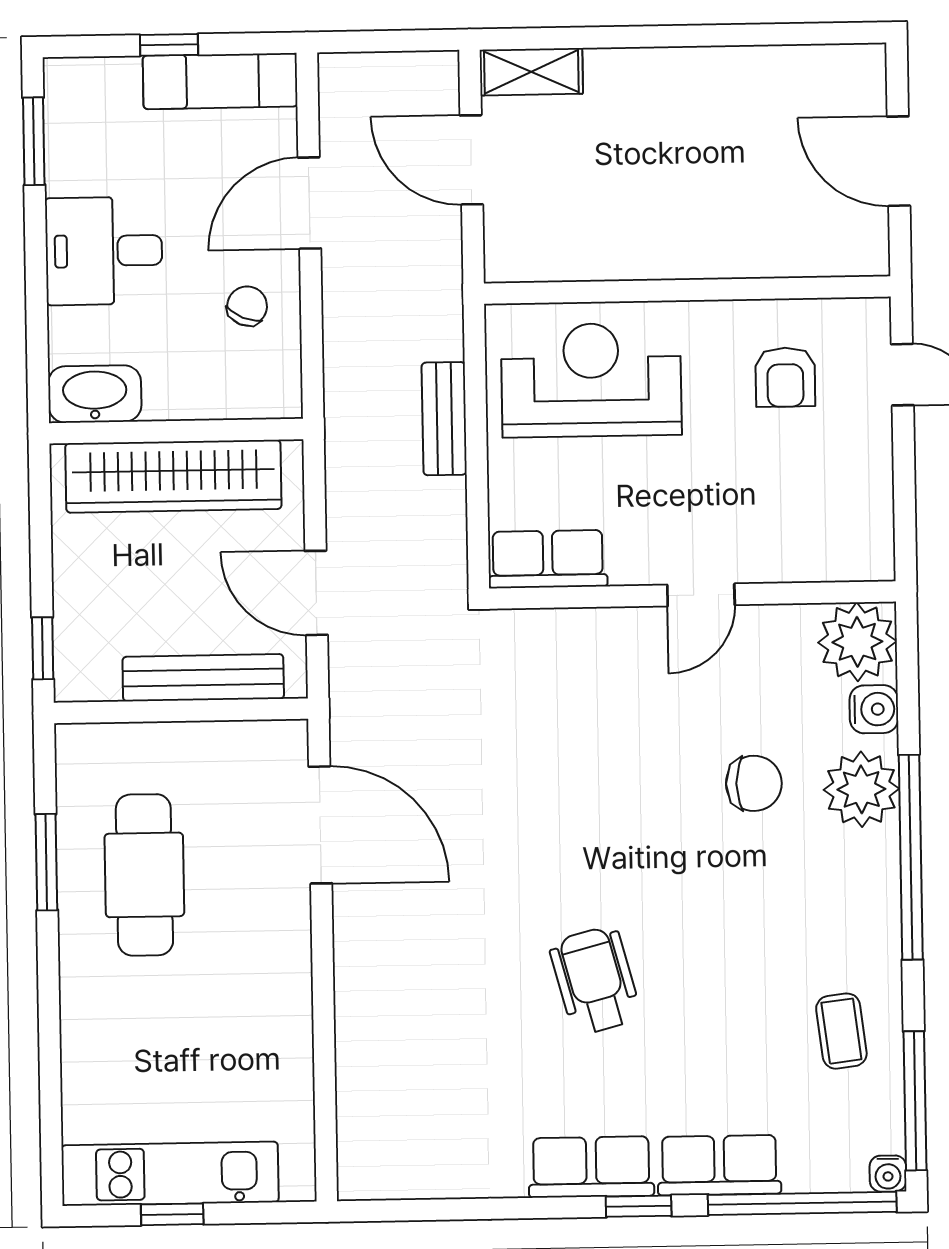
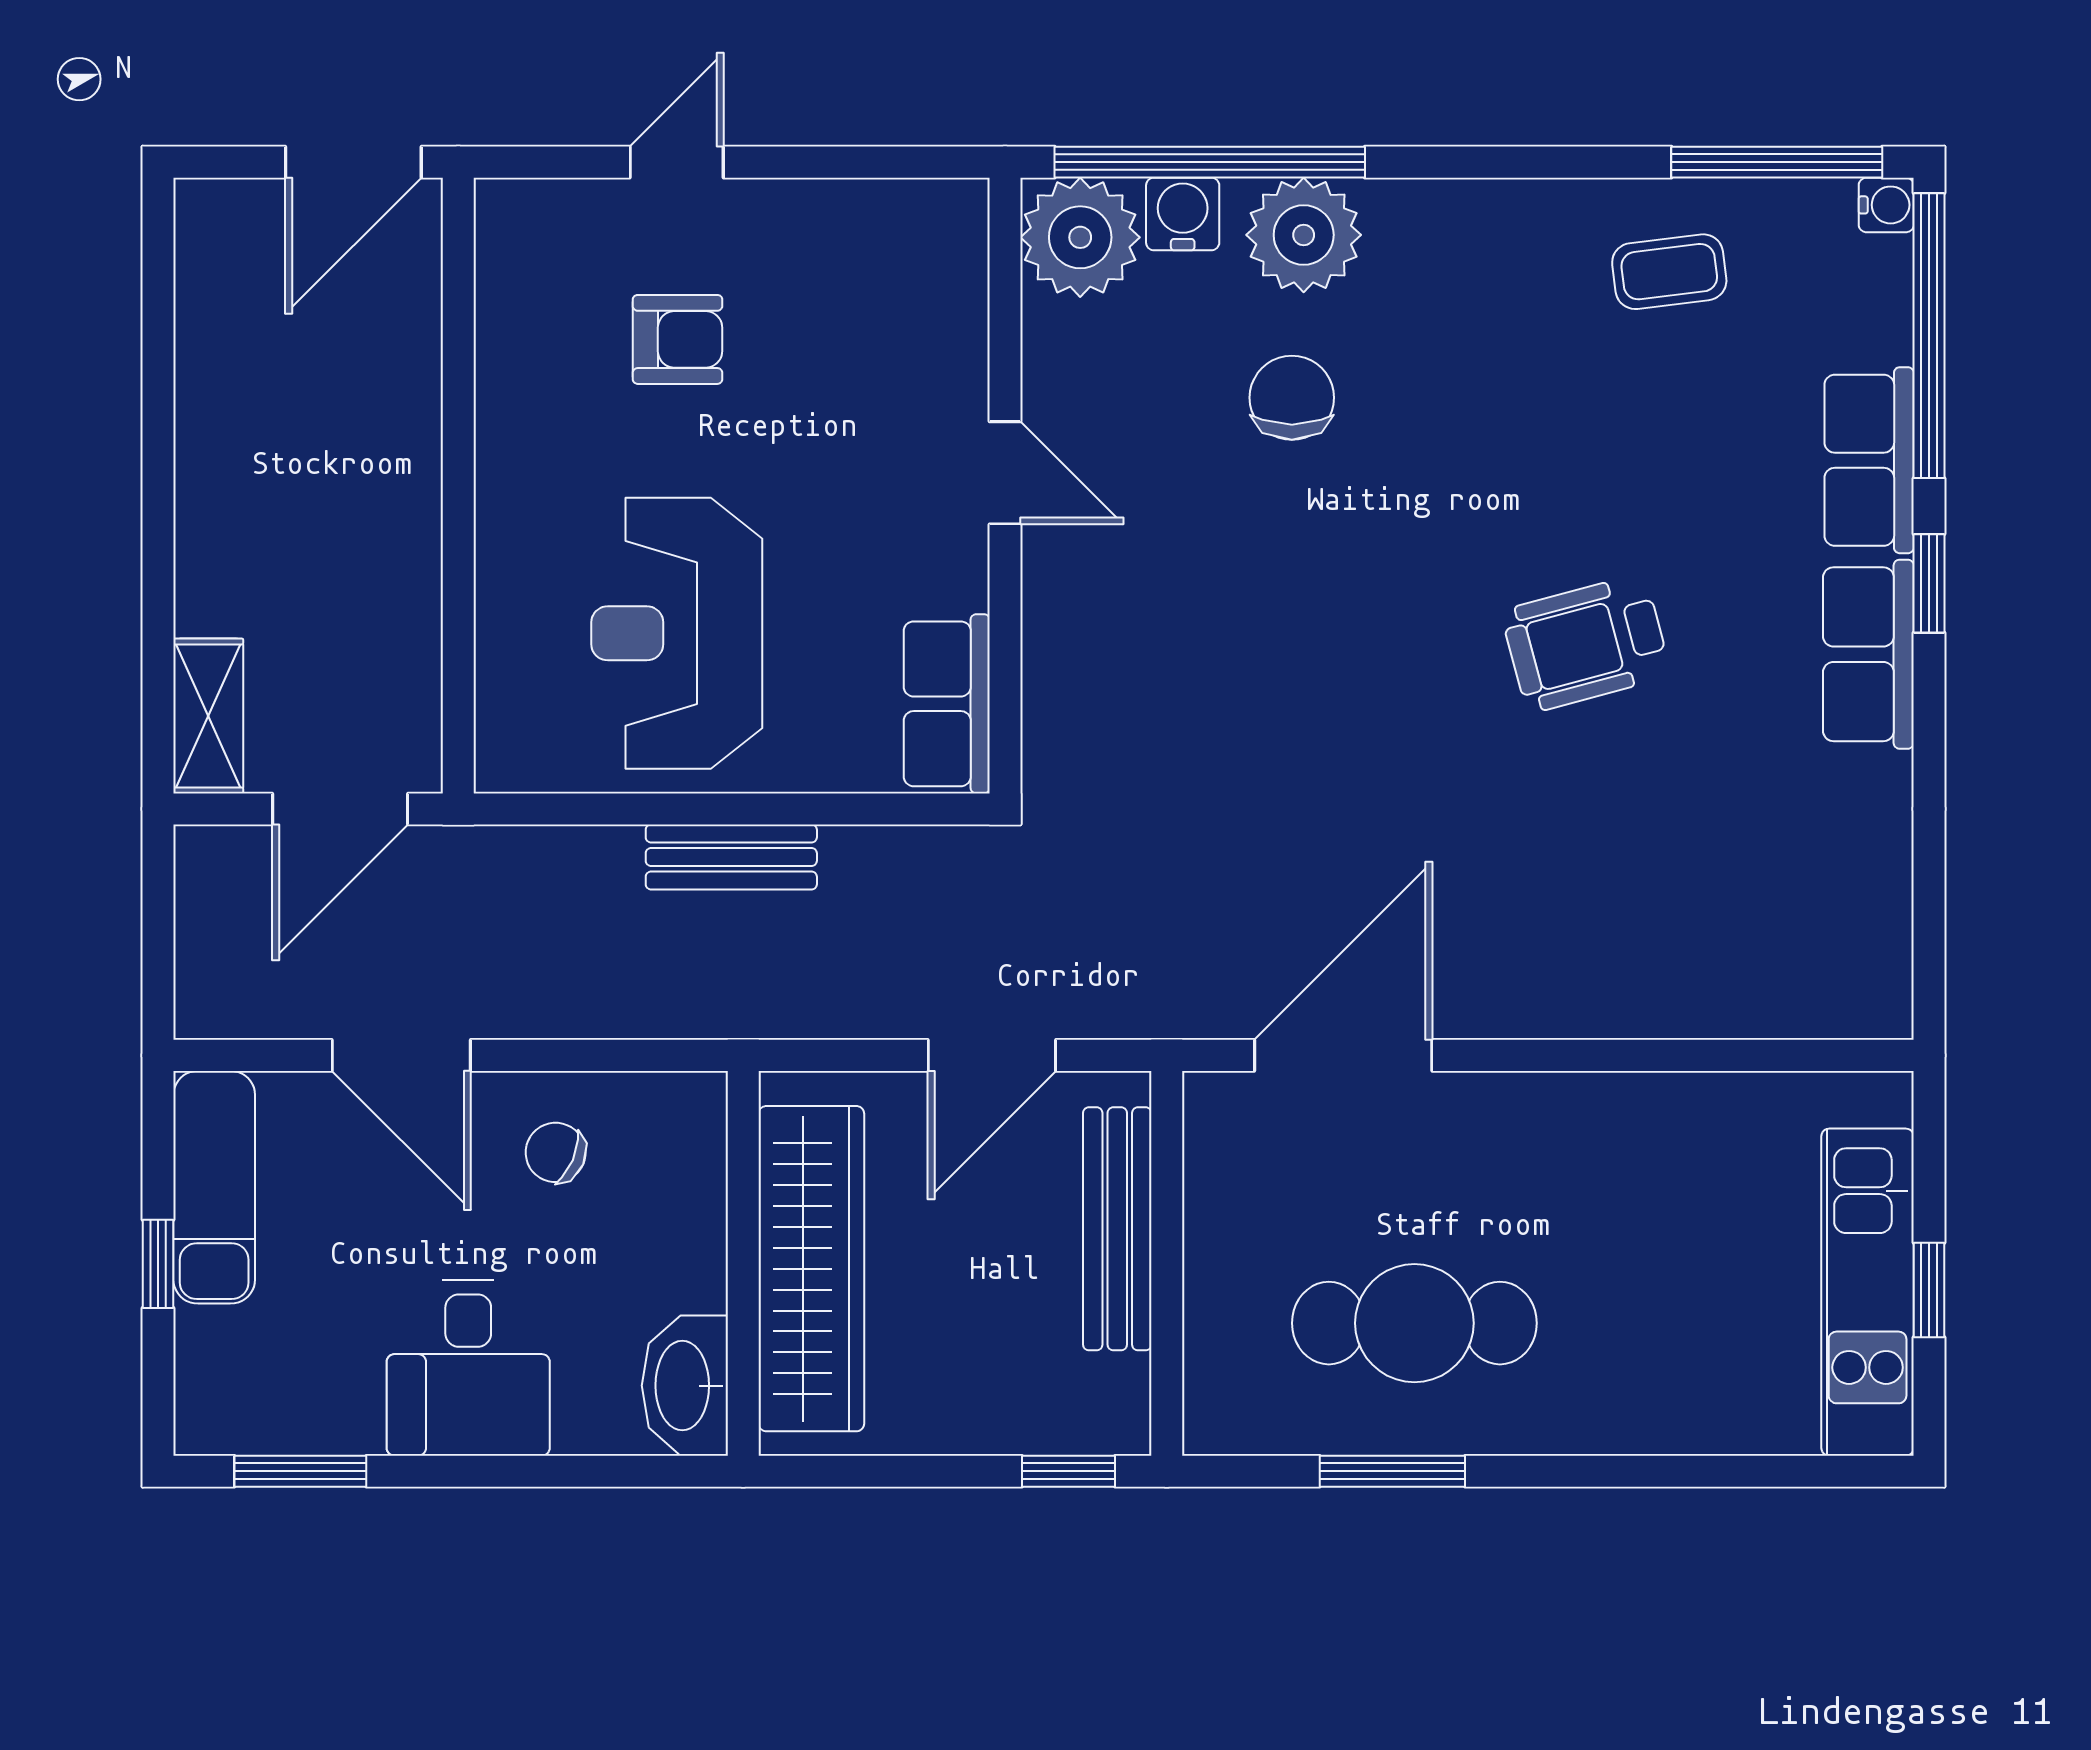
wall: (687, 290) -> (458, 486), moved
window: (911, 857) -> (1210, 162), moved

